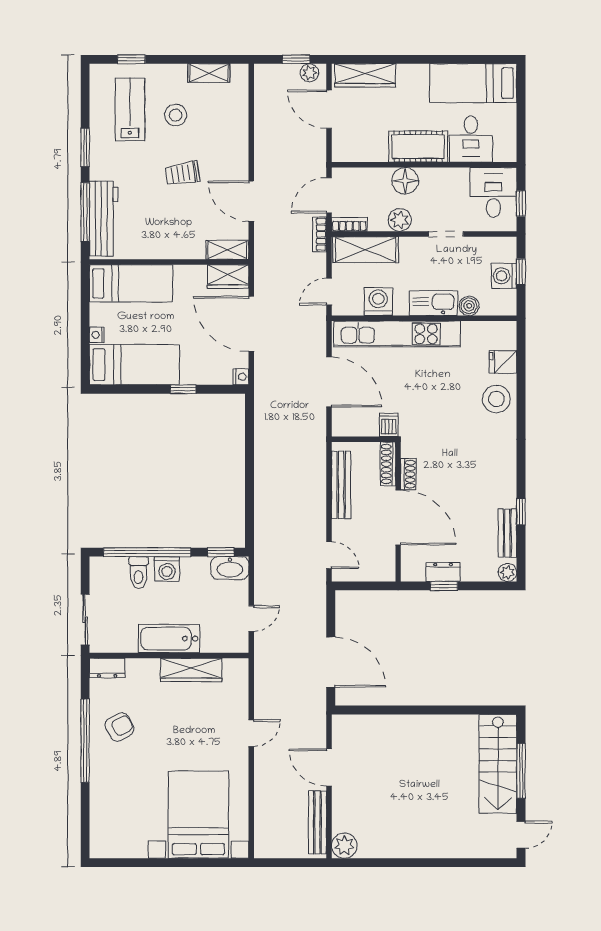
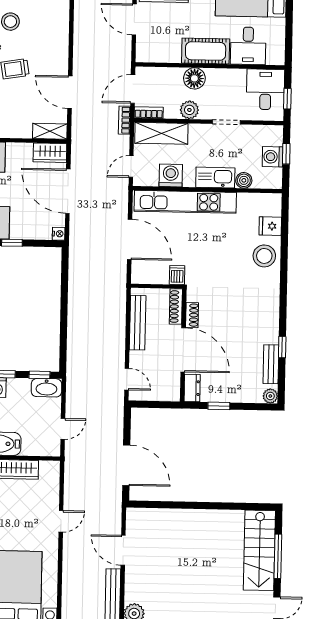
dresser: (443, 572) -> (192, 388), moved, turned 90

